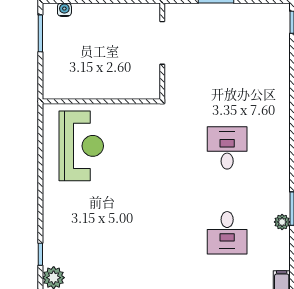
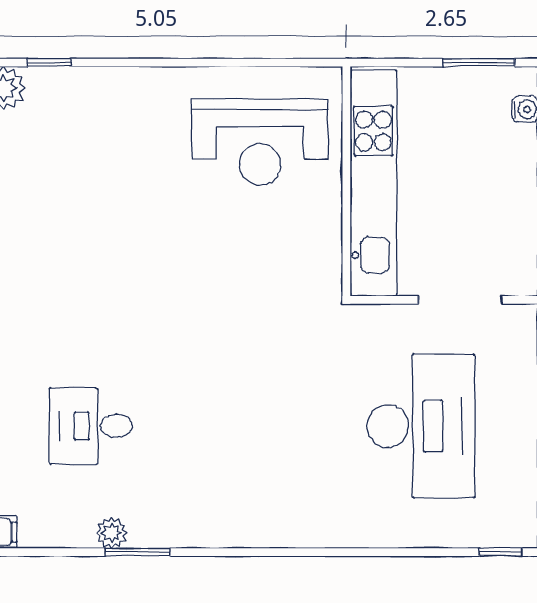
kitchen unit: (102, 87) -> (373, 183), added
desk: (227, 148) -> (421, 426), moved, width x1.87, depth x1.30

